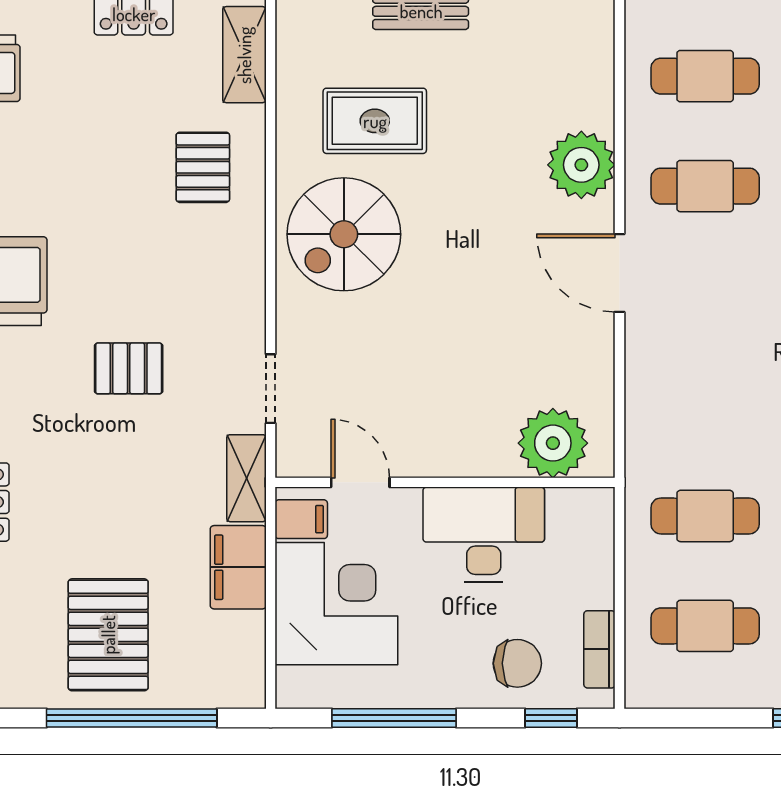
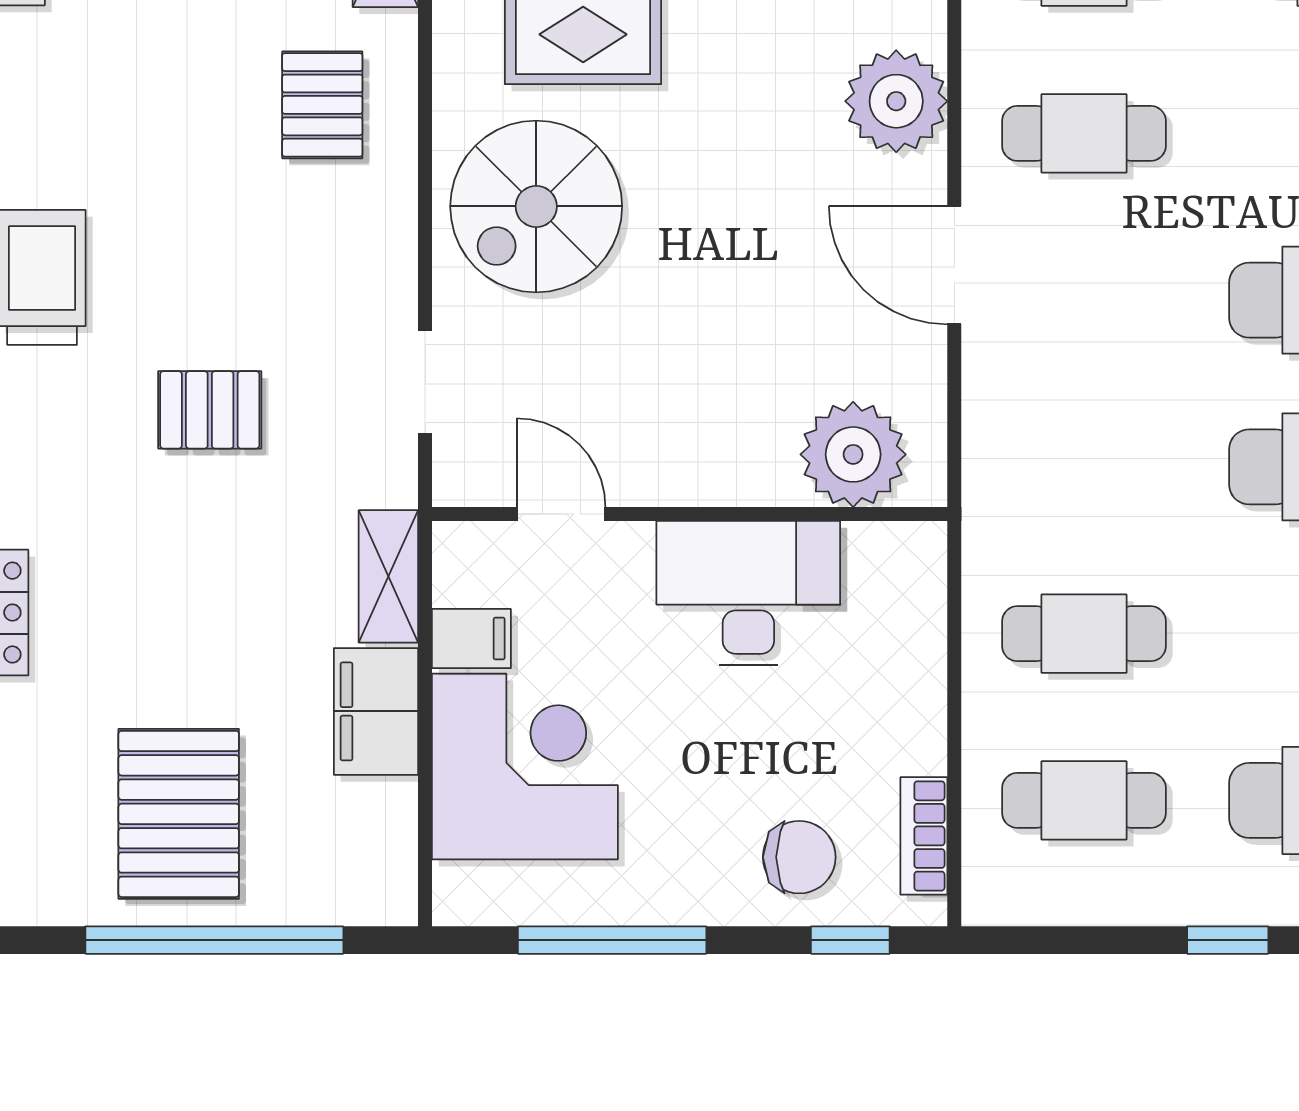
doorway: (271, 389) -> (425, 382), moved
plant: (553, 443) -> (853, 454), moved
door: (360, 482) -> (561, 514), moved
wall: (445, 482) -> (690, 514), moved
desk: (484, 535) -> (748, 593), moved

